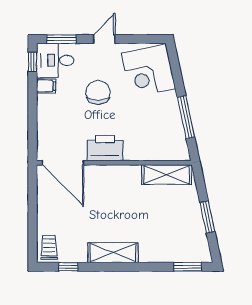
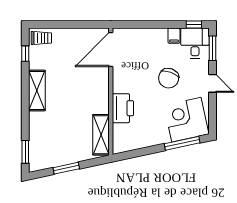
chair: (98, 92) -> (169, 78), turned 110
window: (186, 117) -> (182, 143), moved
printer: (105, 148) -> (123, 108), moved

